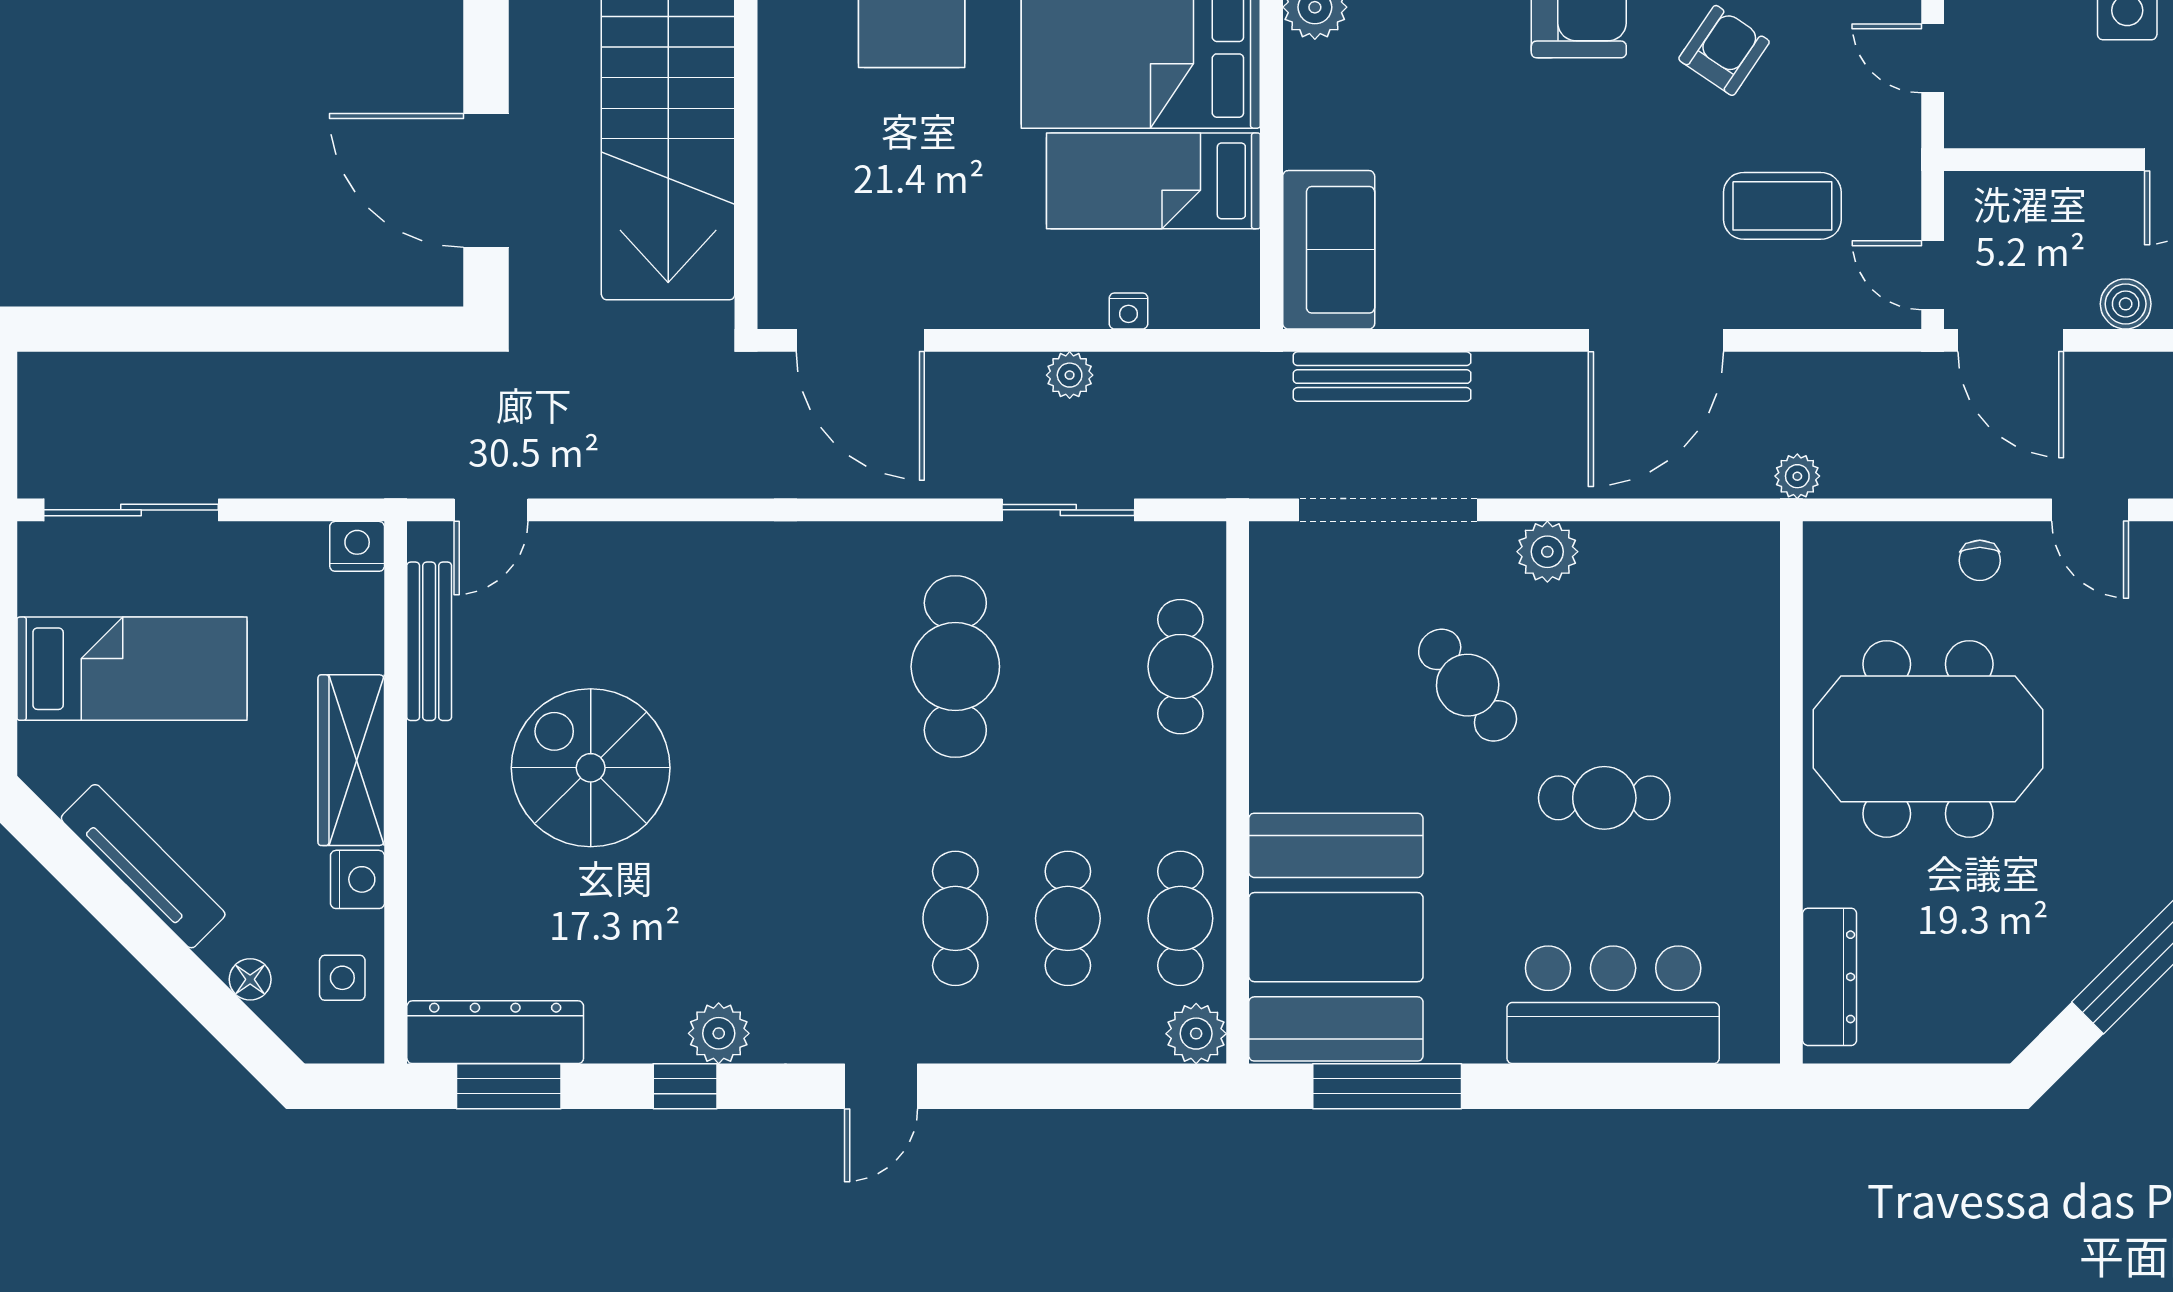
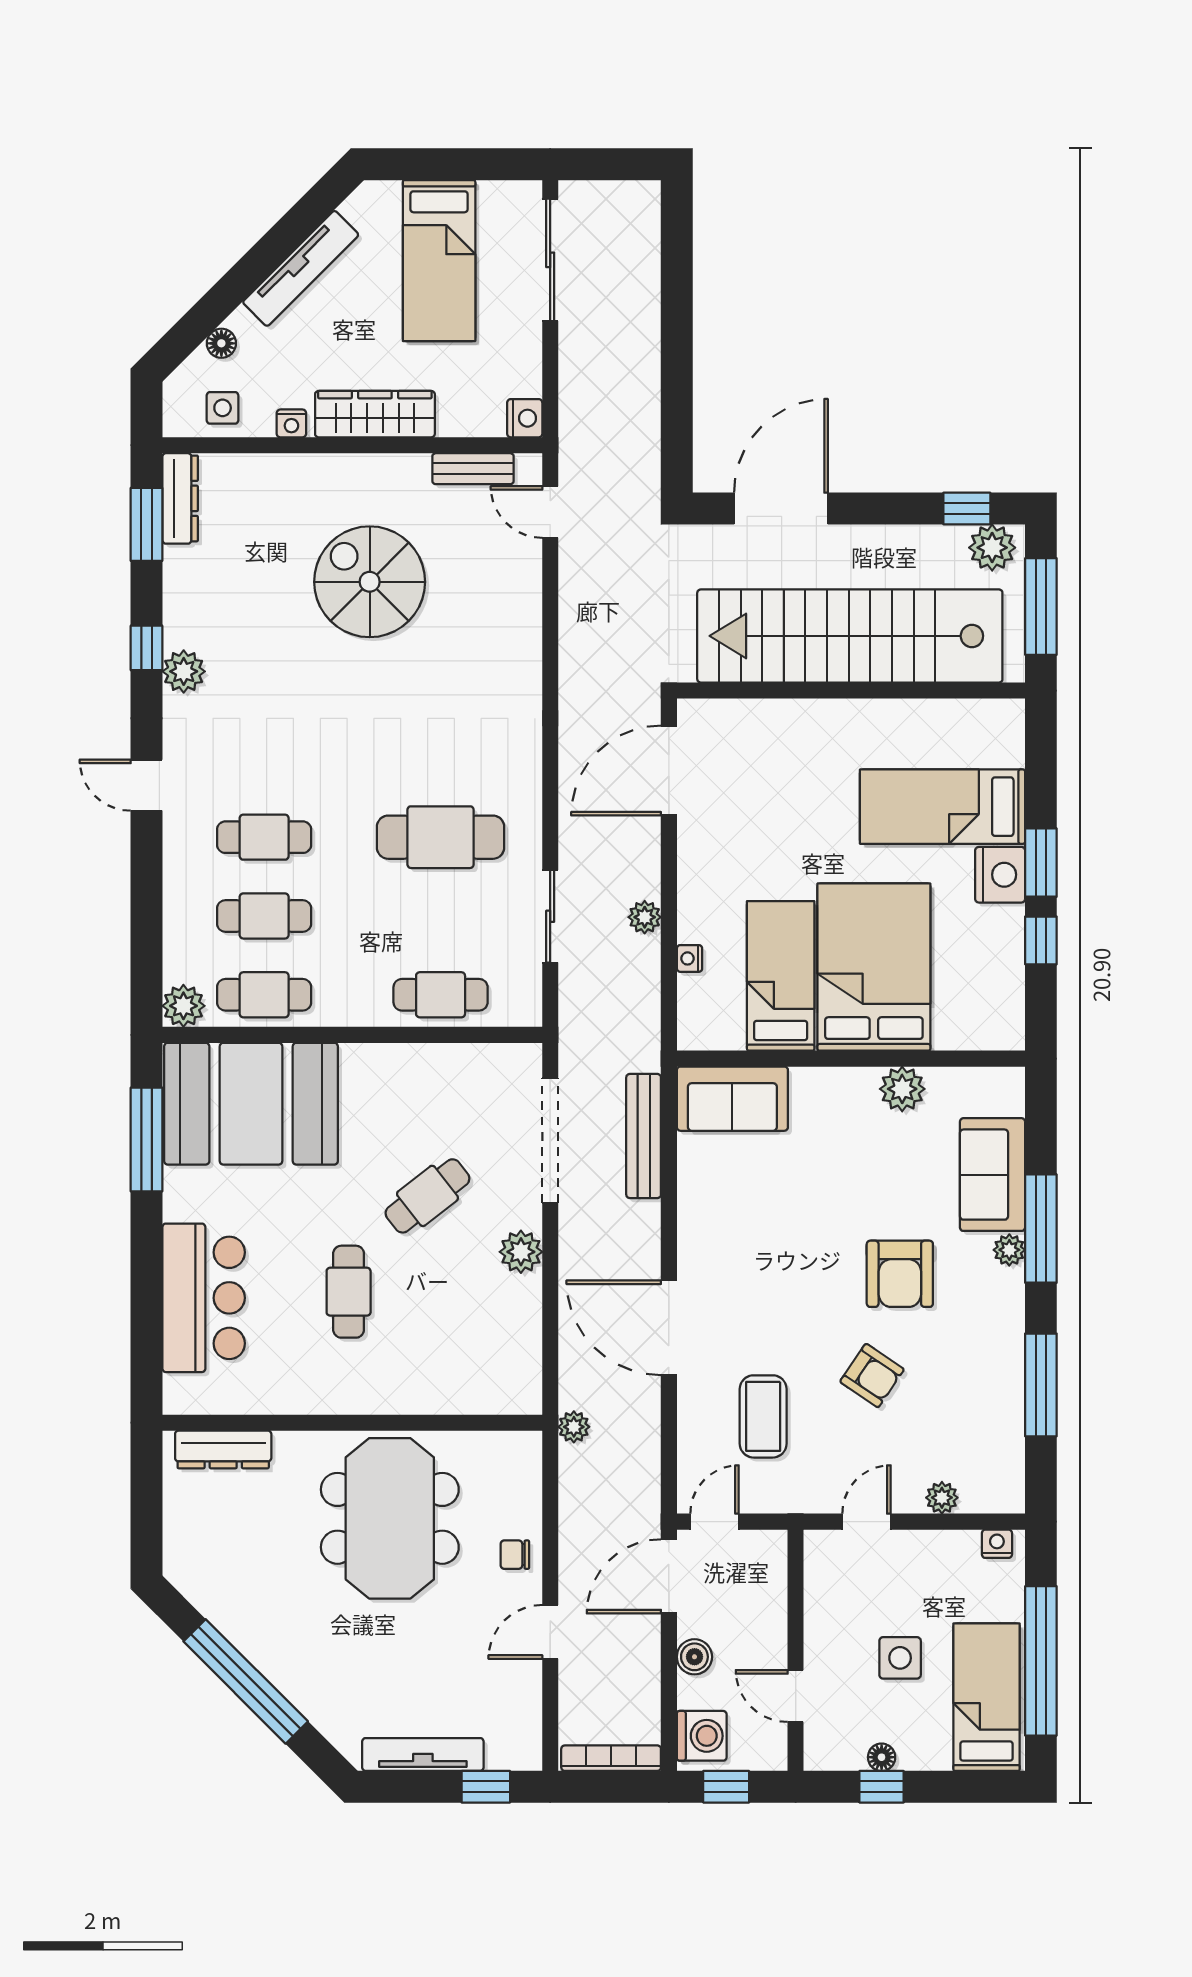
bench: (429, 641) -> (473, 469), width x0.73
spiral stairs: (591, 768) -> (370, 582), turned -90
nightstand: (357, 879) -> (291, 423), width x0.72, depth x0.74
dresser: (495, 1032) -> (180, 498), width x0.73, depth x0.80

